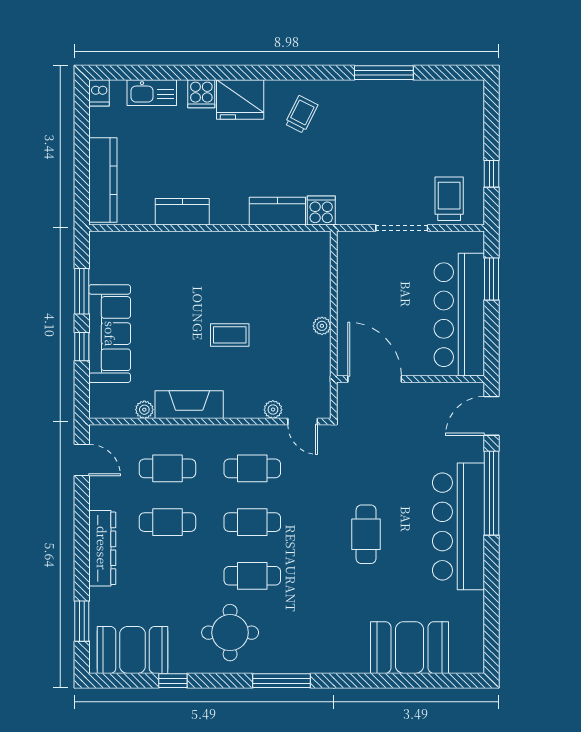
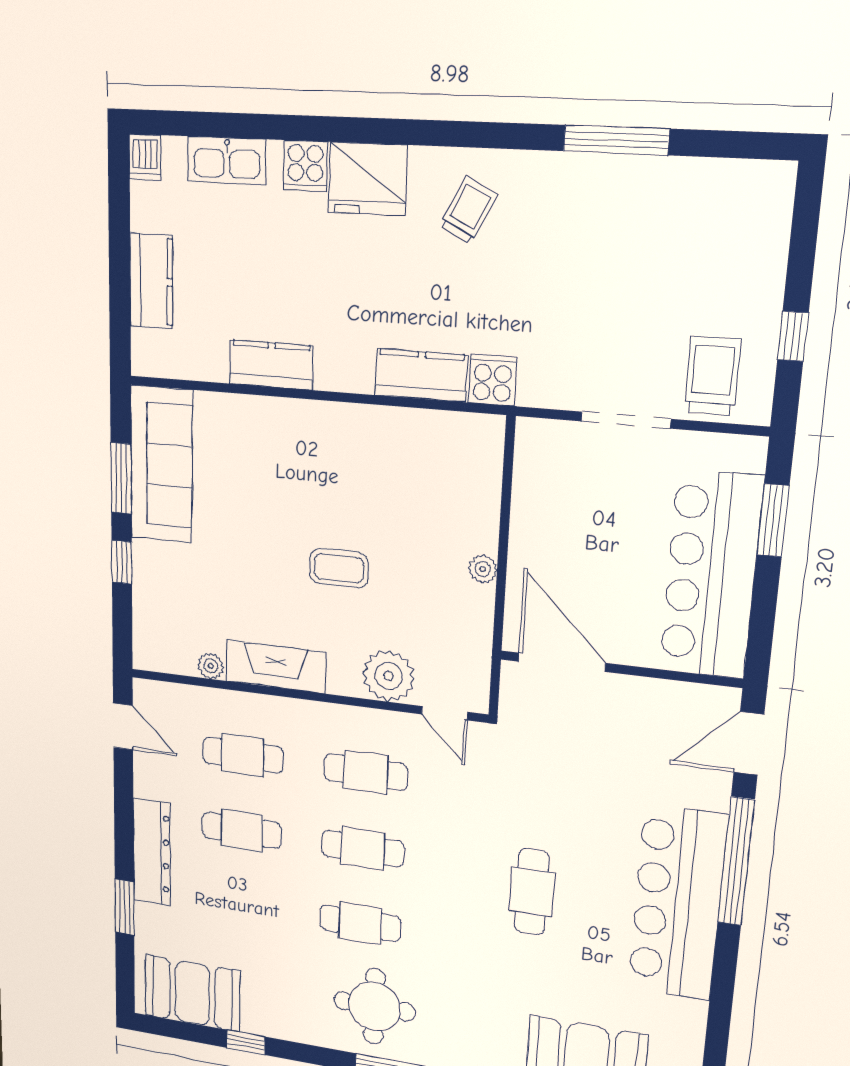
kitchen counter: (103, 180) -> (151, 281), width x0.67
sofa: (110, 334) -> (161, 465), moved
plant: (273, 410) -> (389, 676), width x1.88, depth x1.88
window: (82, 621) -> (124, 907), moved
round table: (230, 633) -> (374, 1006), moved

